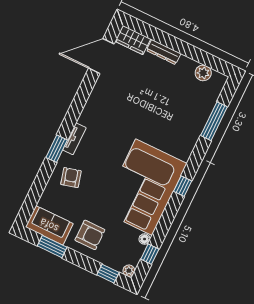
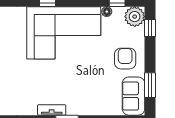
armchair: (71, 178) -> (85, 97), removed
plant: (129, 271) -> (135, 17), width x1.88, depth x1.88

